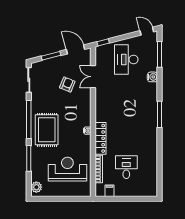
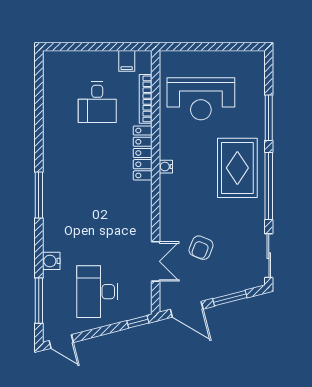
desk: (126, 59) -> (97, 292), turned 180
plant: (36, 187) -> (255, 67), removed

